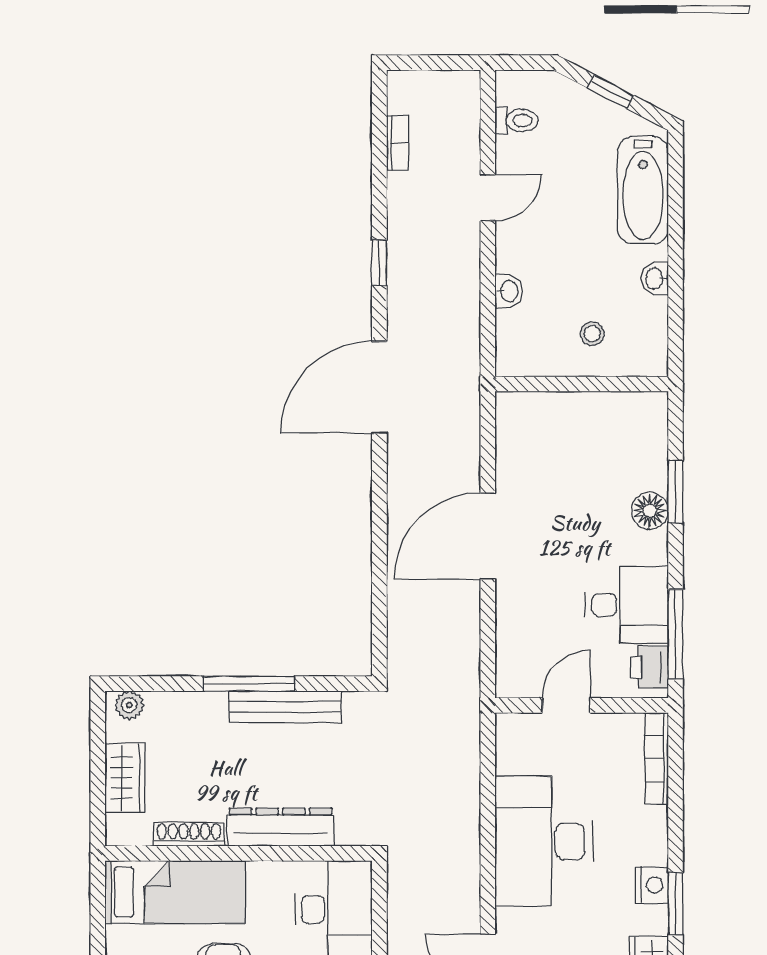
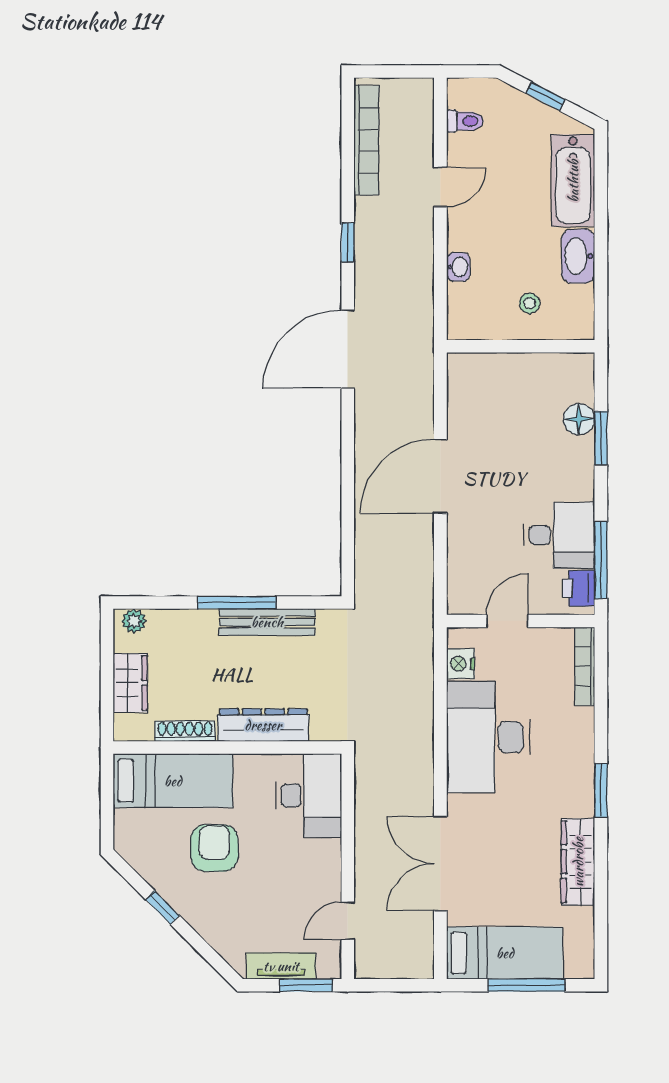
bookcase: (398, 143) -> (366, 140), width x2.31, depth x1.31
washbasin: (655, 279) -> (578, 256), width x1.91, depth x1.45
floor lamp: (650, 511) -> (579, 419), moved
nightstand: (652, 885) -> (461, 664), moved, turned 180

